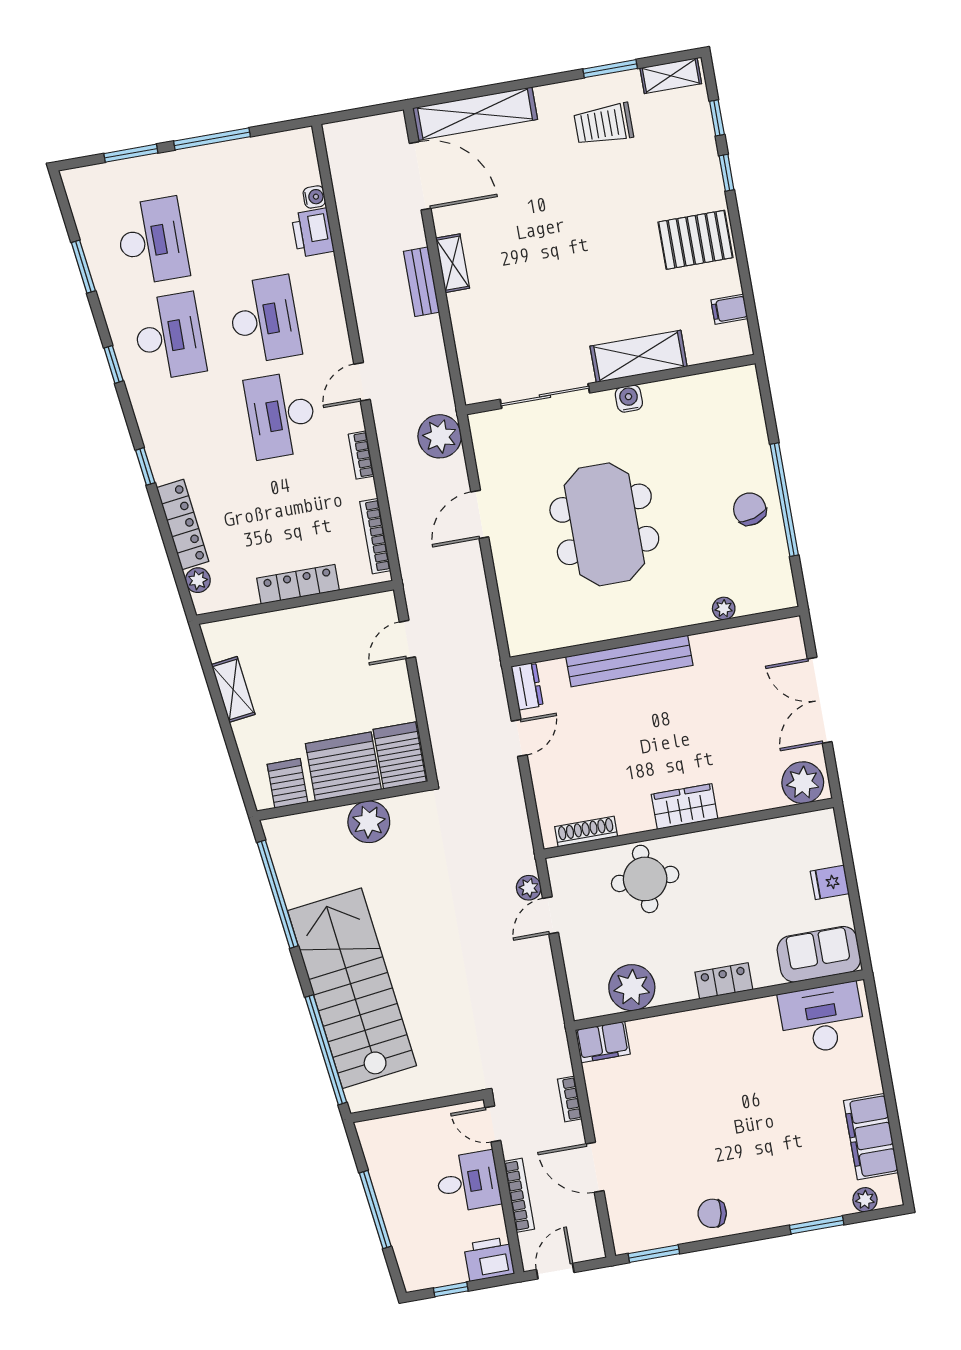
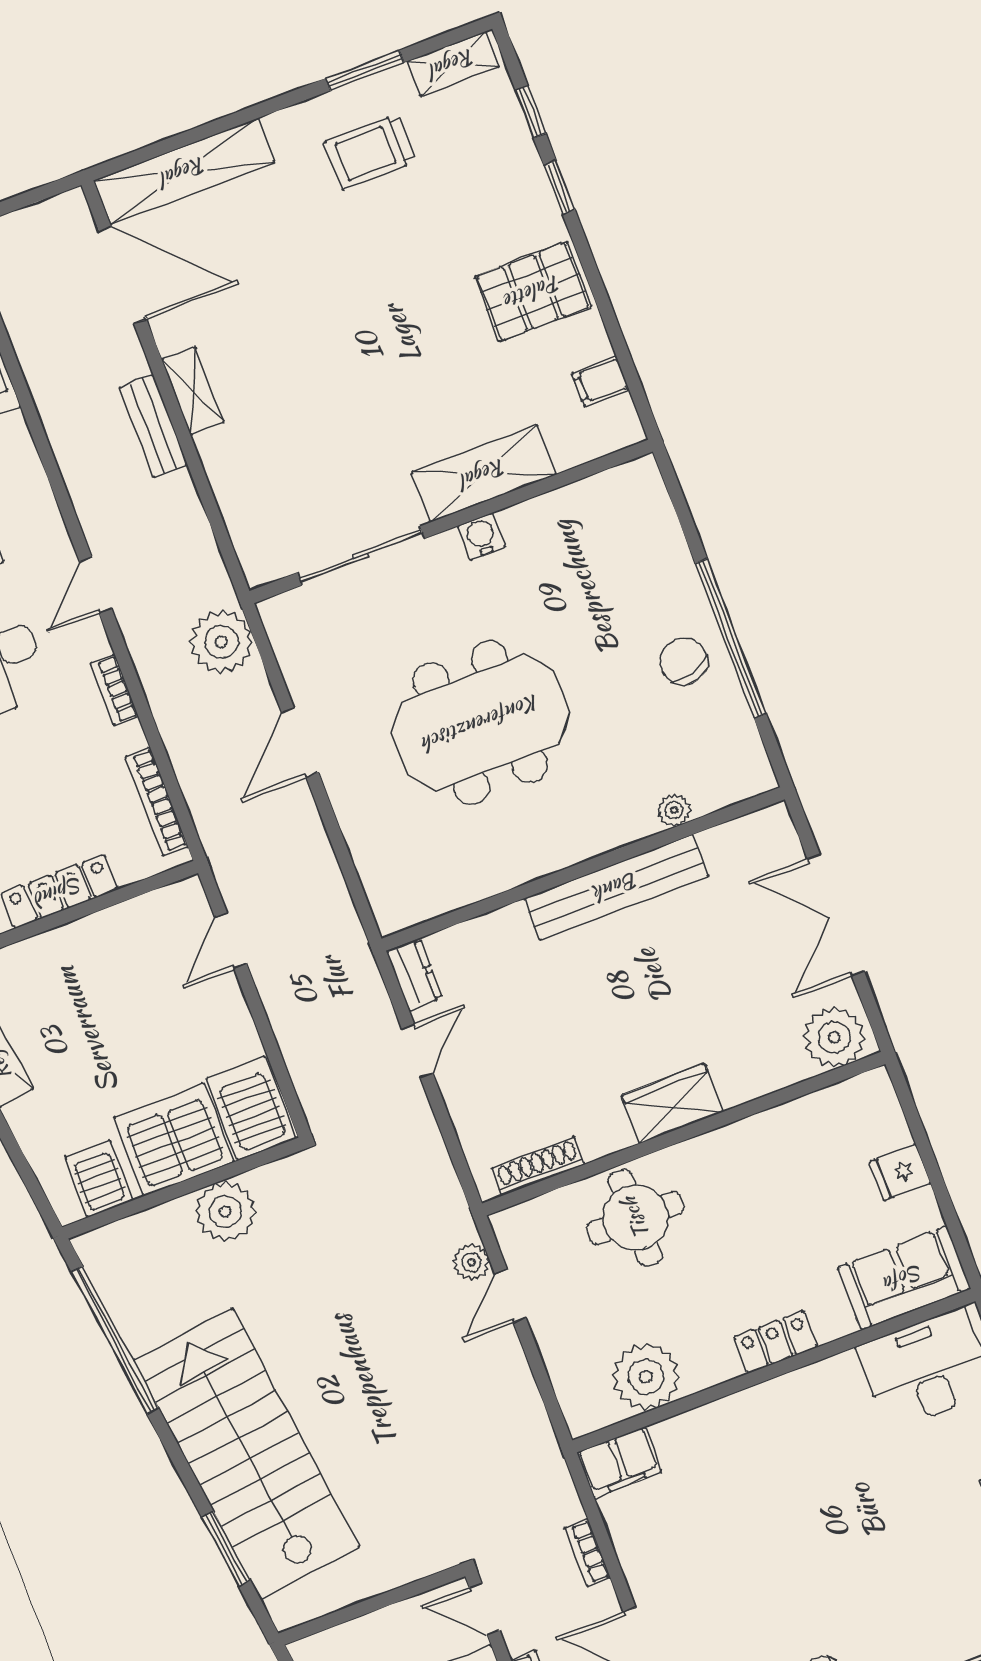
meeting table: (604, 524) -> (481, 723), turned 90
bench: (629, 661) -> (616, 887), moved
window: (326, 1050) -> (226, 1549), width x0.47

